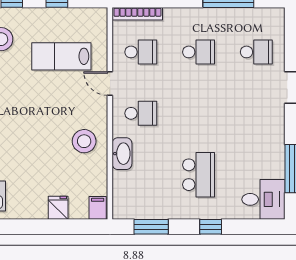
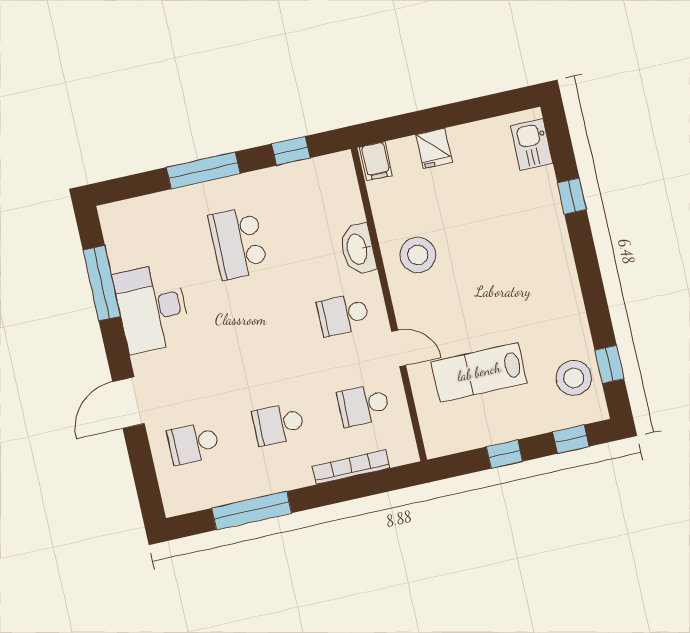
bookcase: (137, 14) -> (351, 467), moved
lab bench: (61, 56) -> (479, 372), turned 180
desk: (263, 199) -> (152, 308), moved, width x1.37
window: (151, 227) -> (291, 151), width x0.67
window: (211, 227) -> (203, 170), width x2.17

